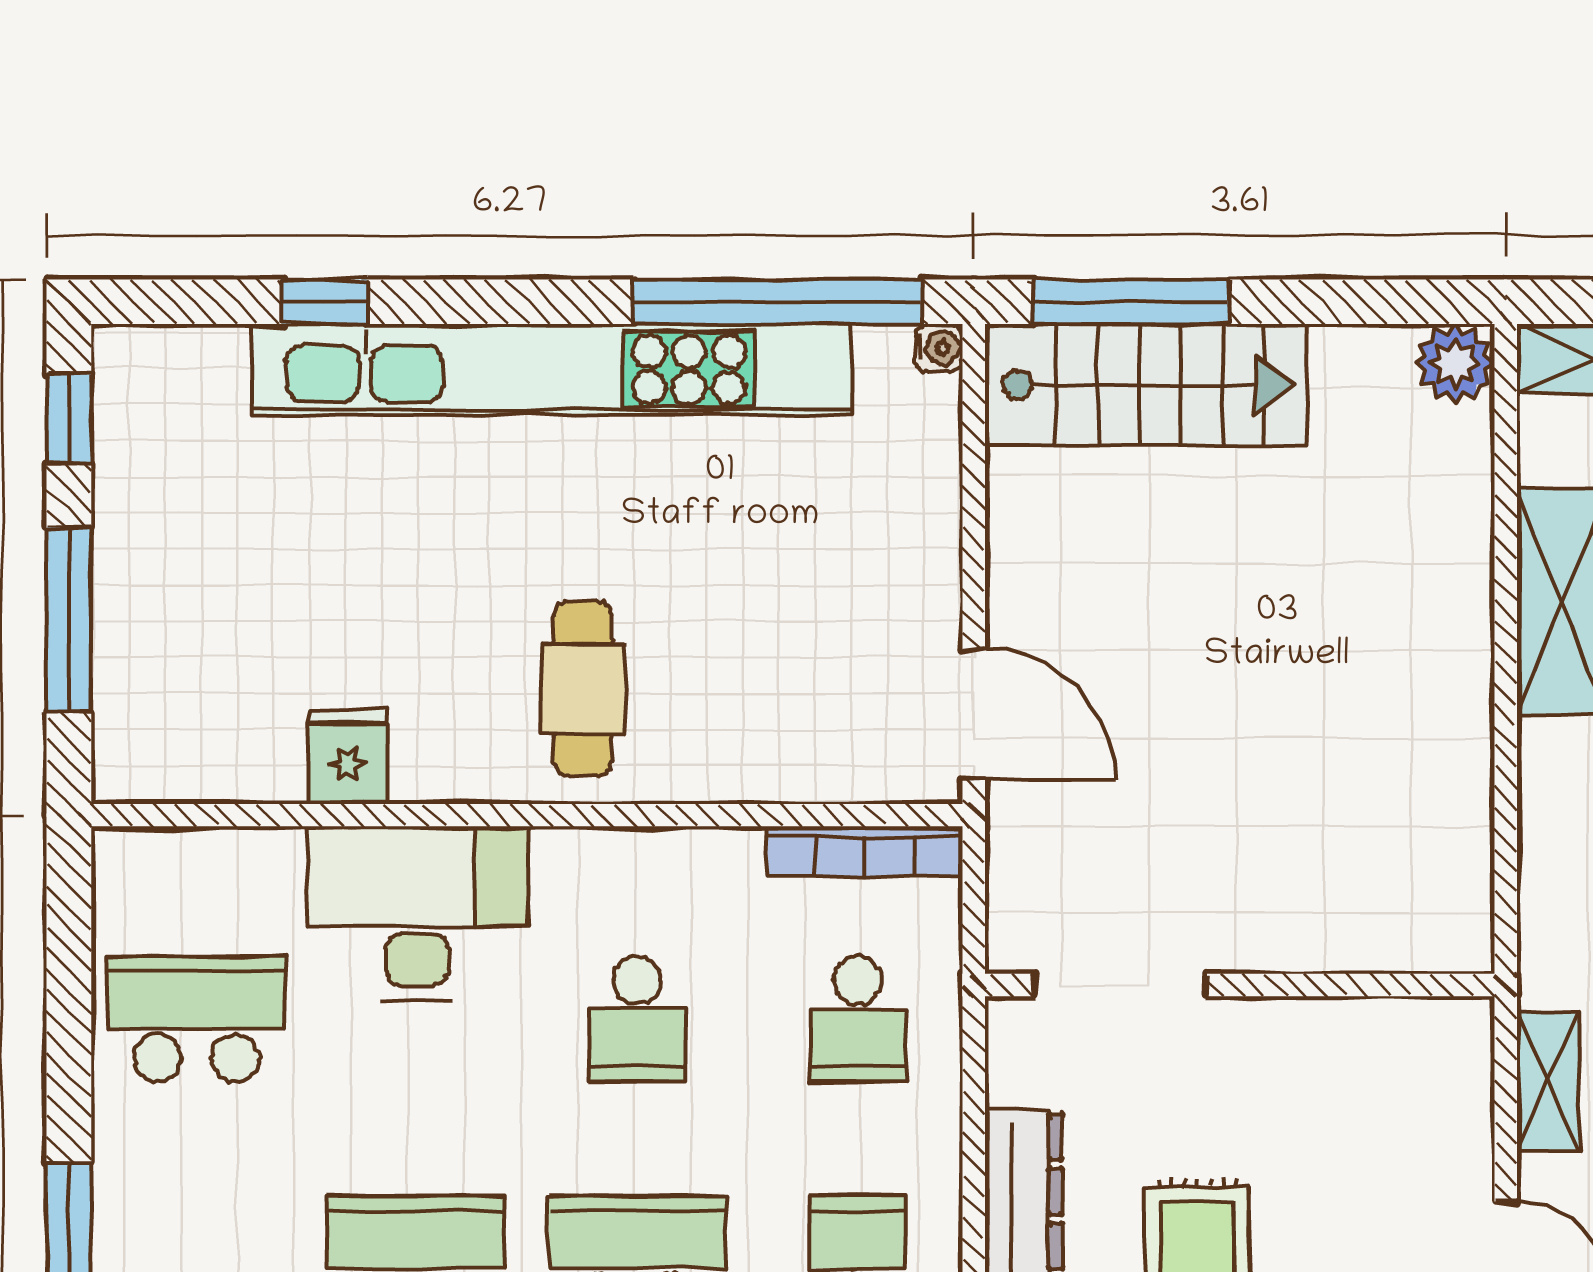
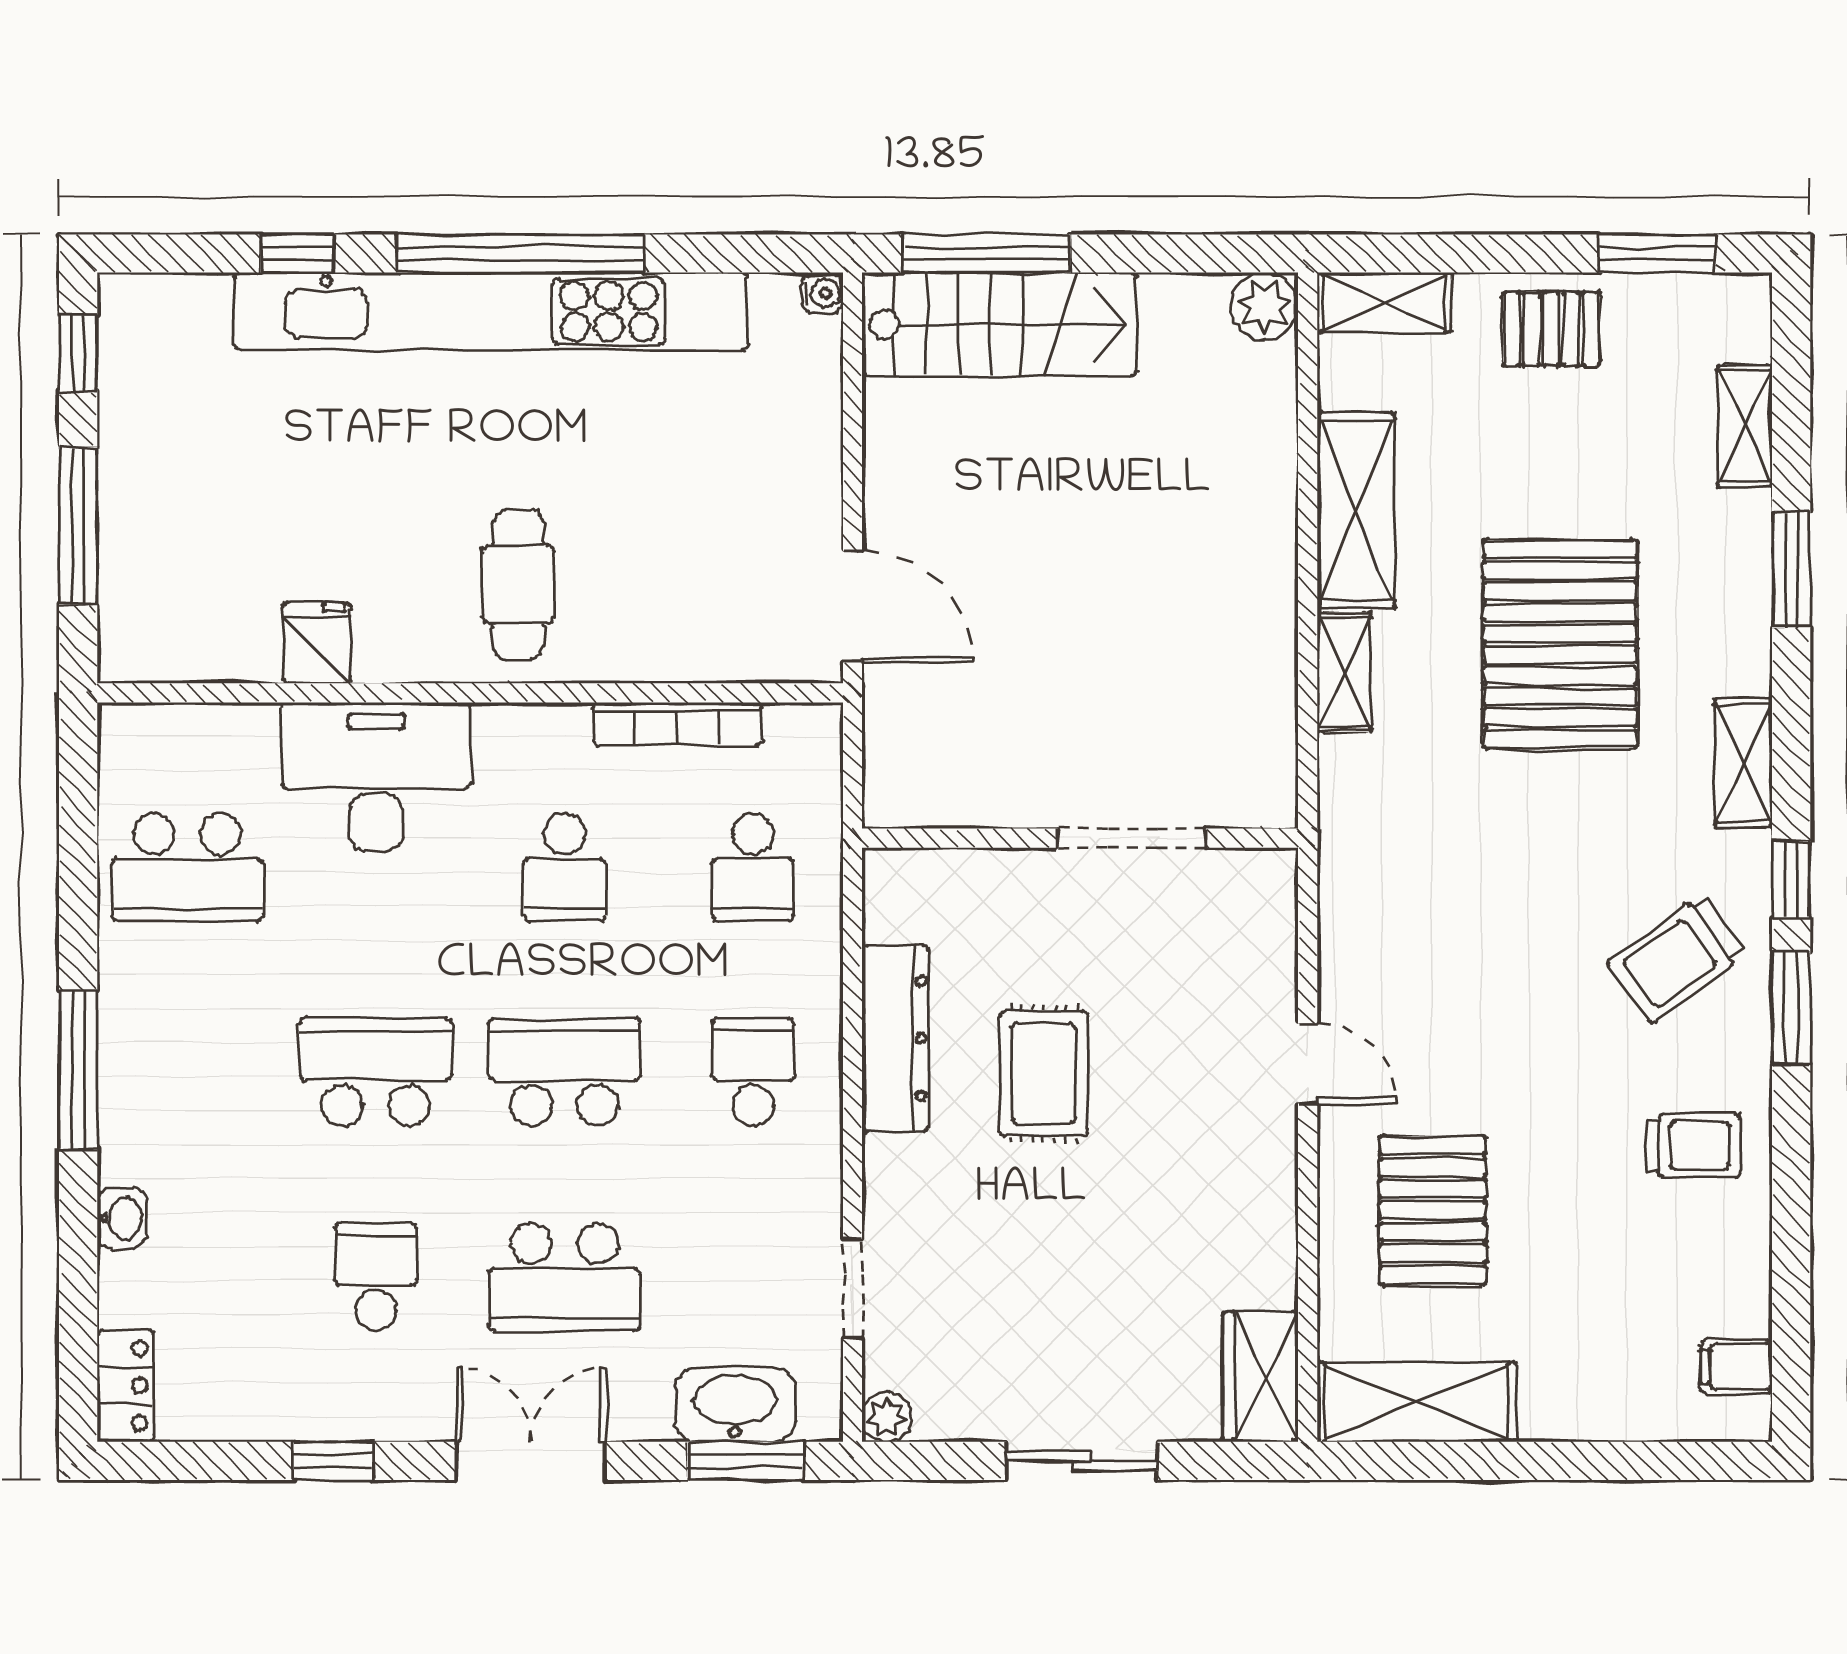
window: (778, 302) -> (520, 253), moved
bookcase: (864, 851) -> (678, 724), moved
doorway: (1120, 985) -> (1132, 838), moved
school desk: (196, 1019) -> (187, 867), turned 180
shelving: (1548, 1081) -> (1344, 672), moved

